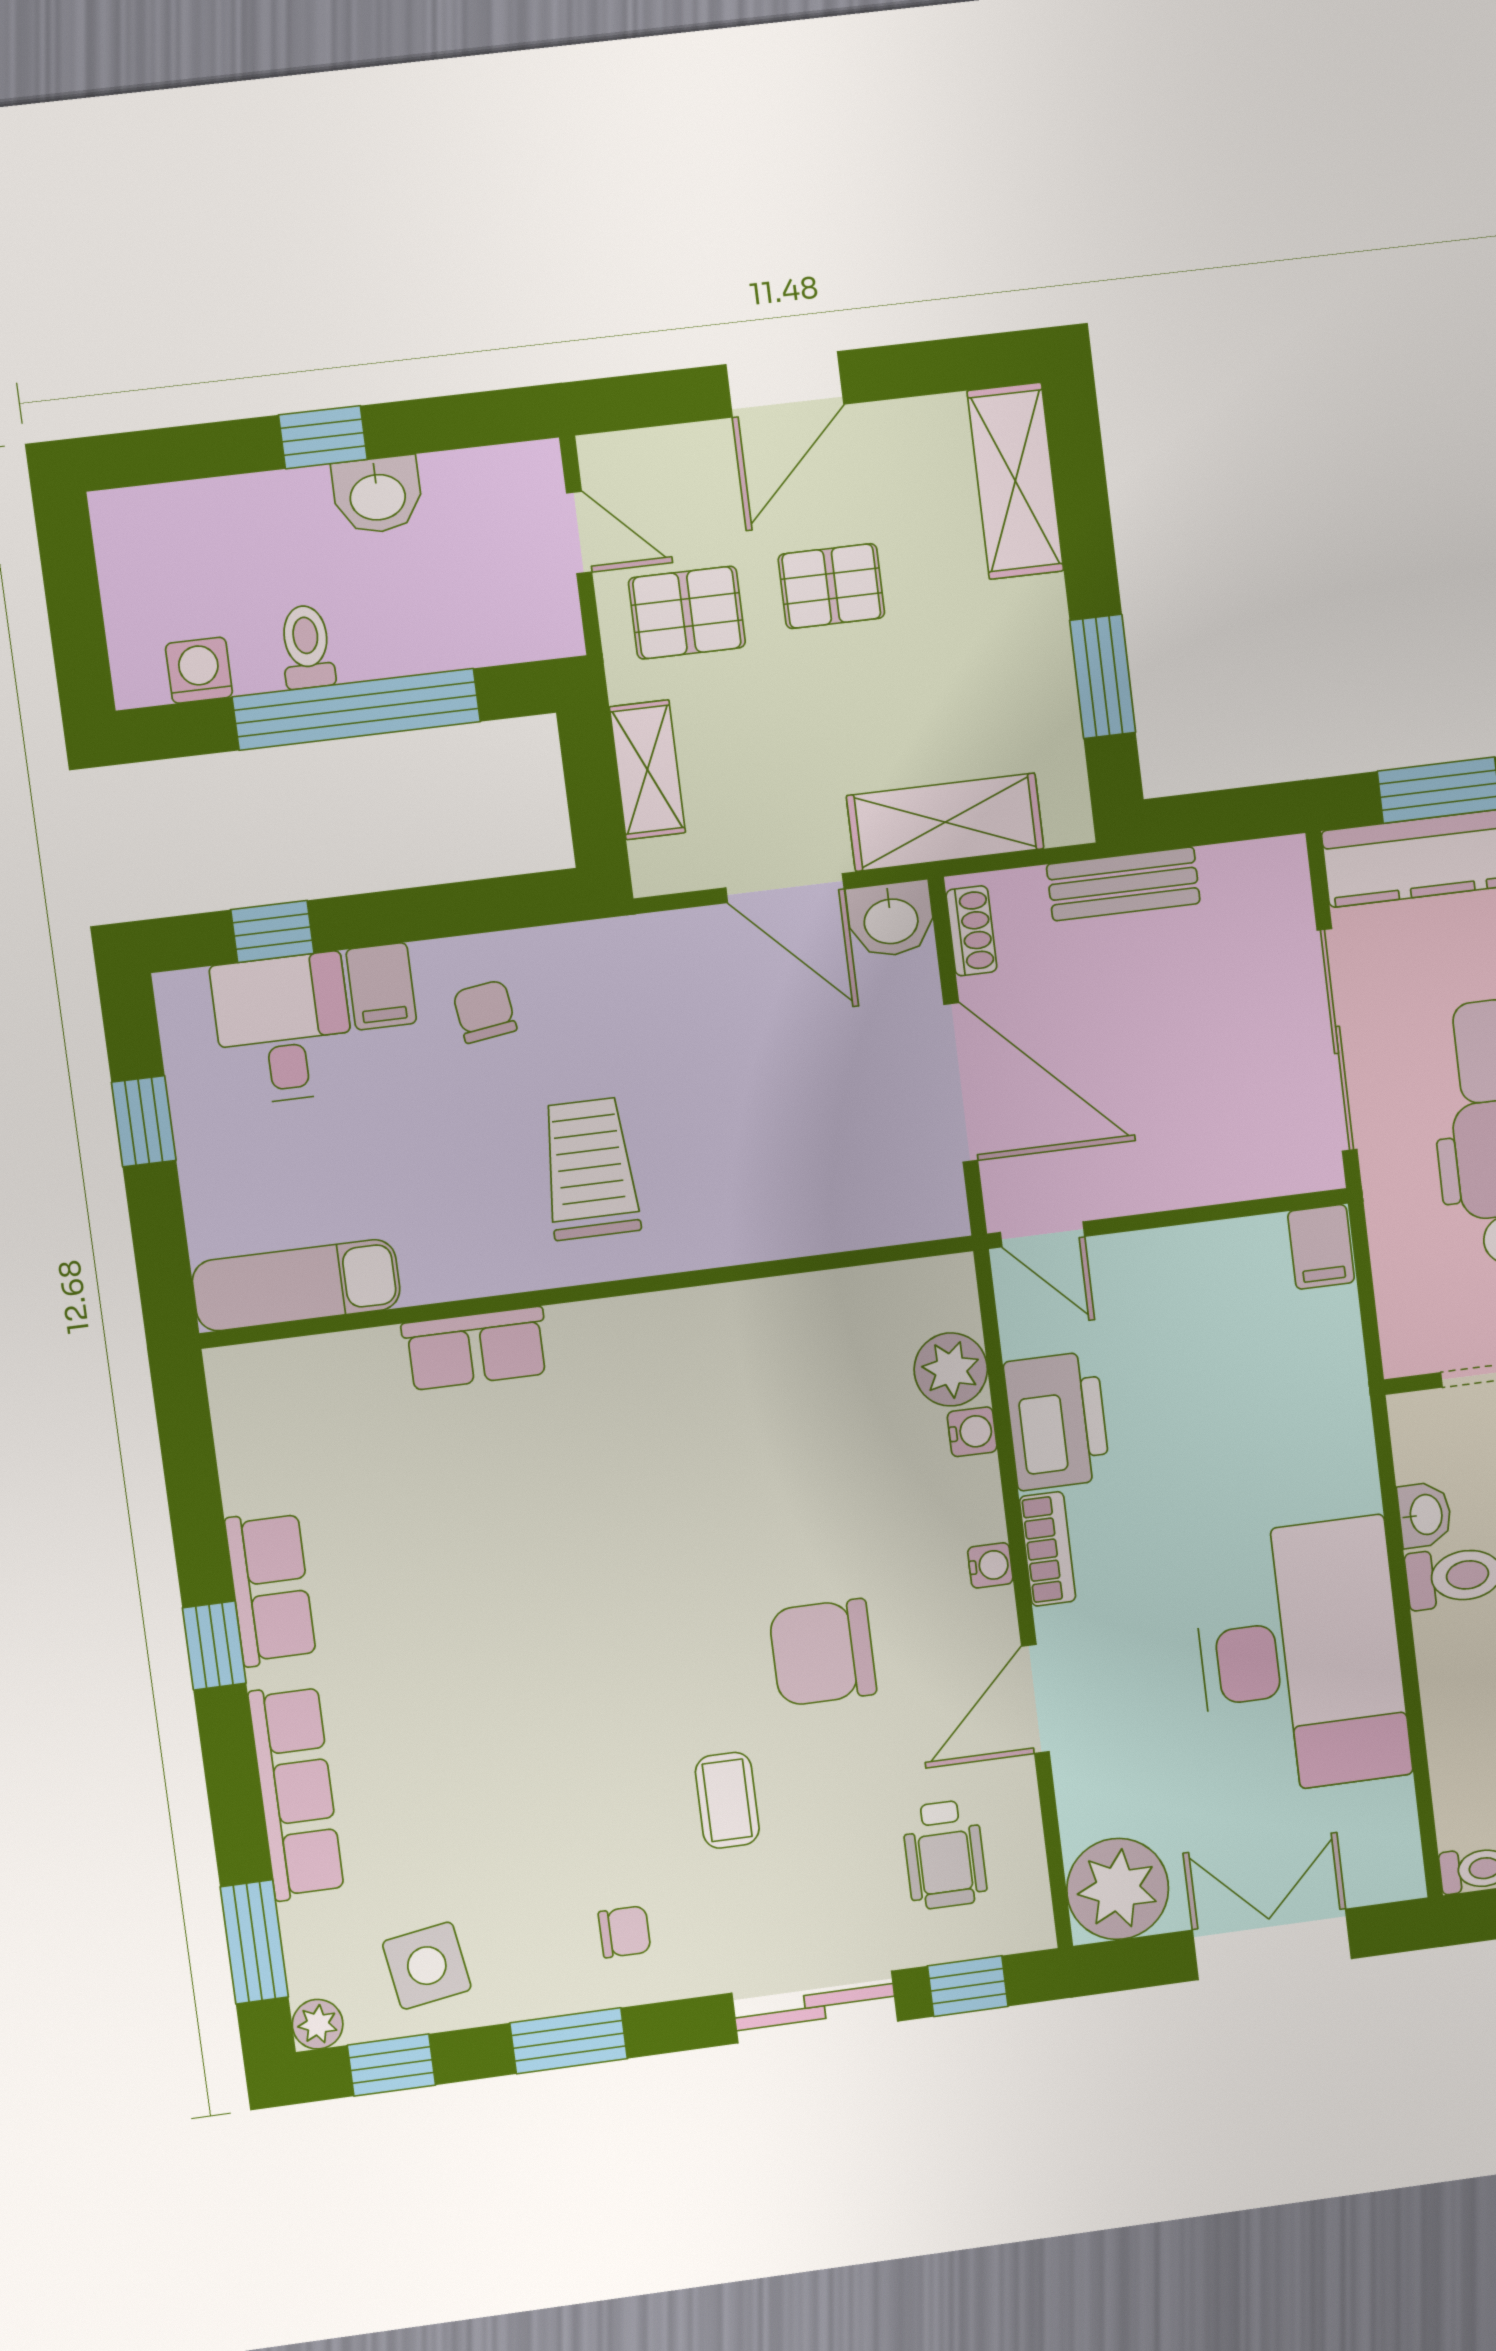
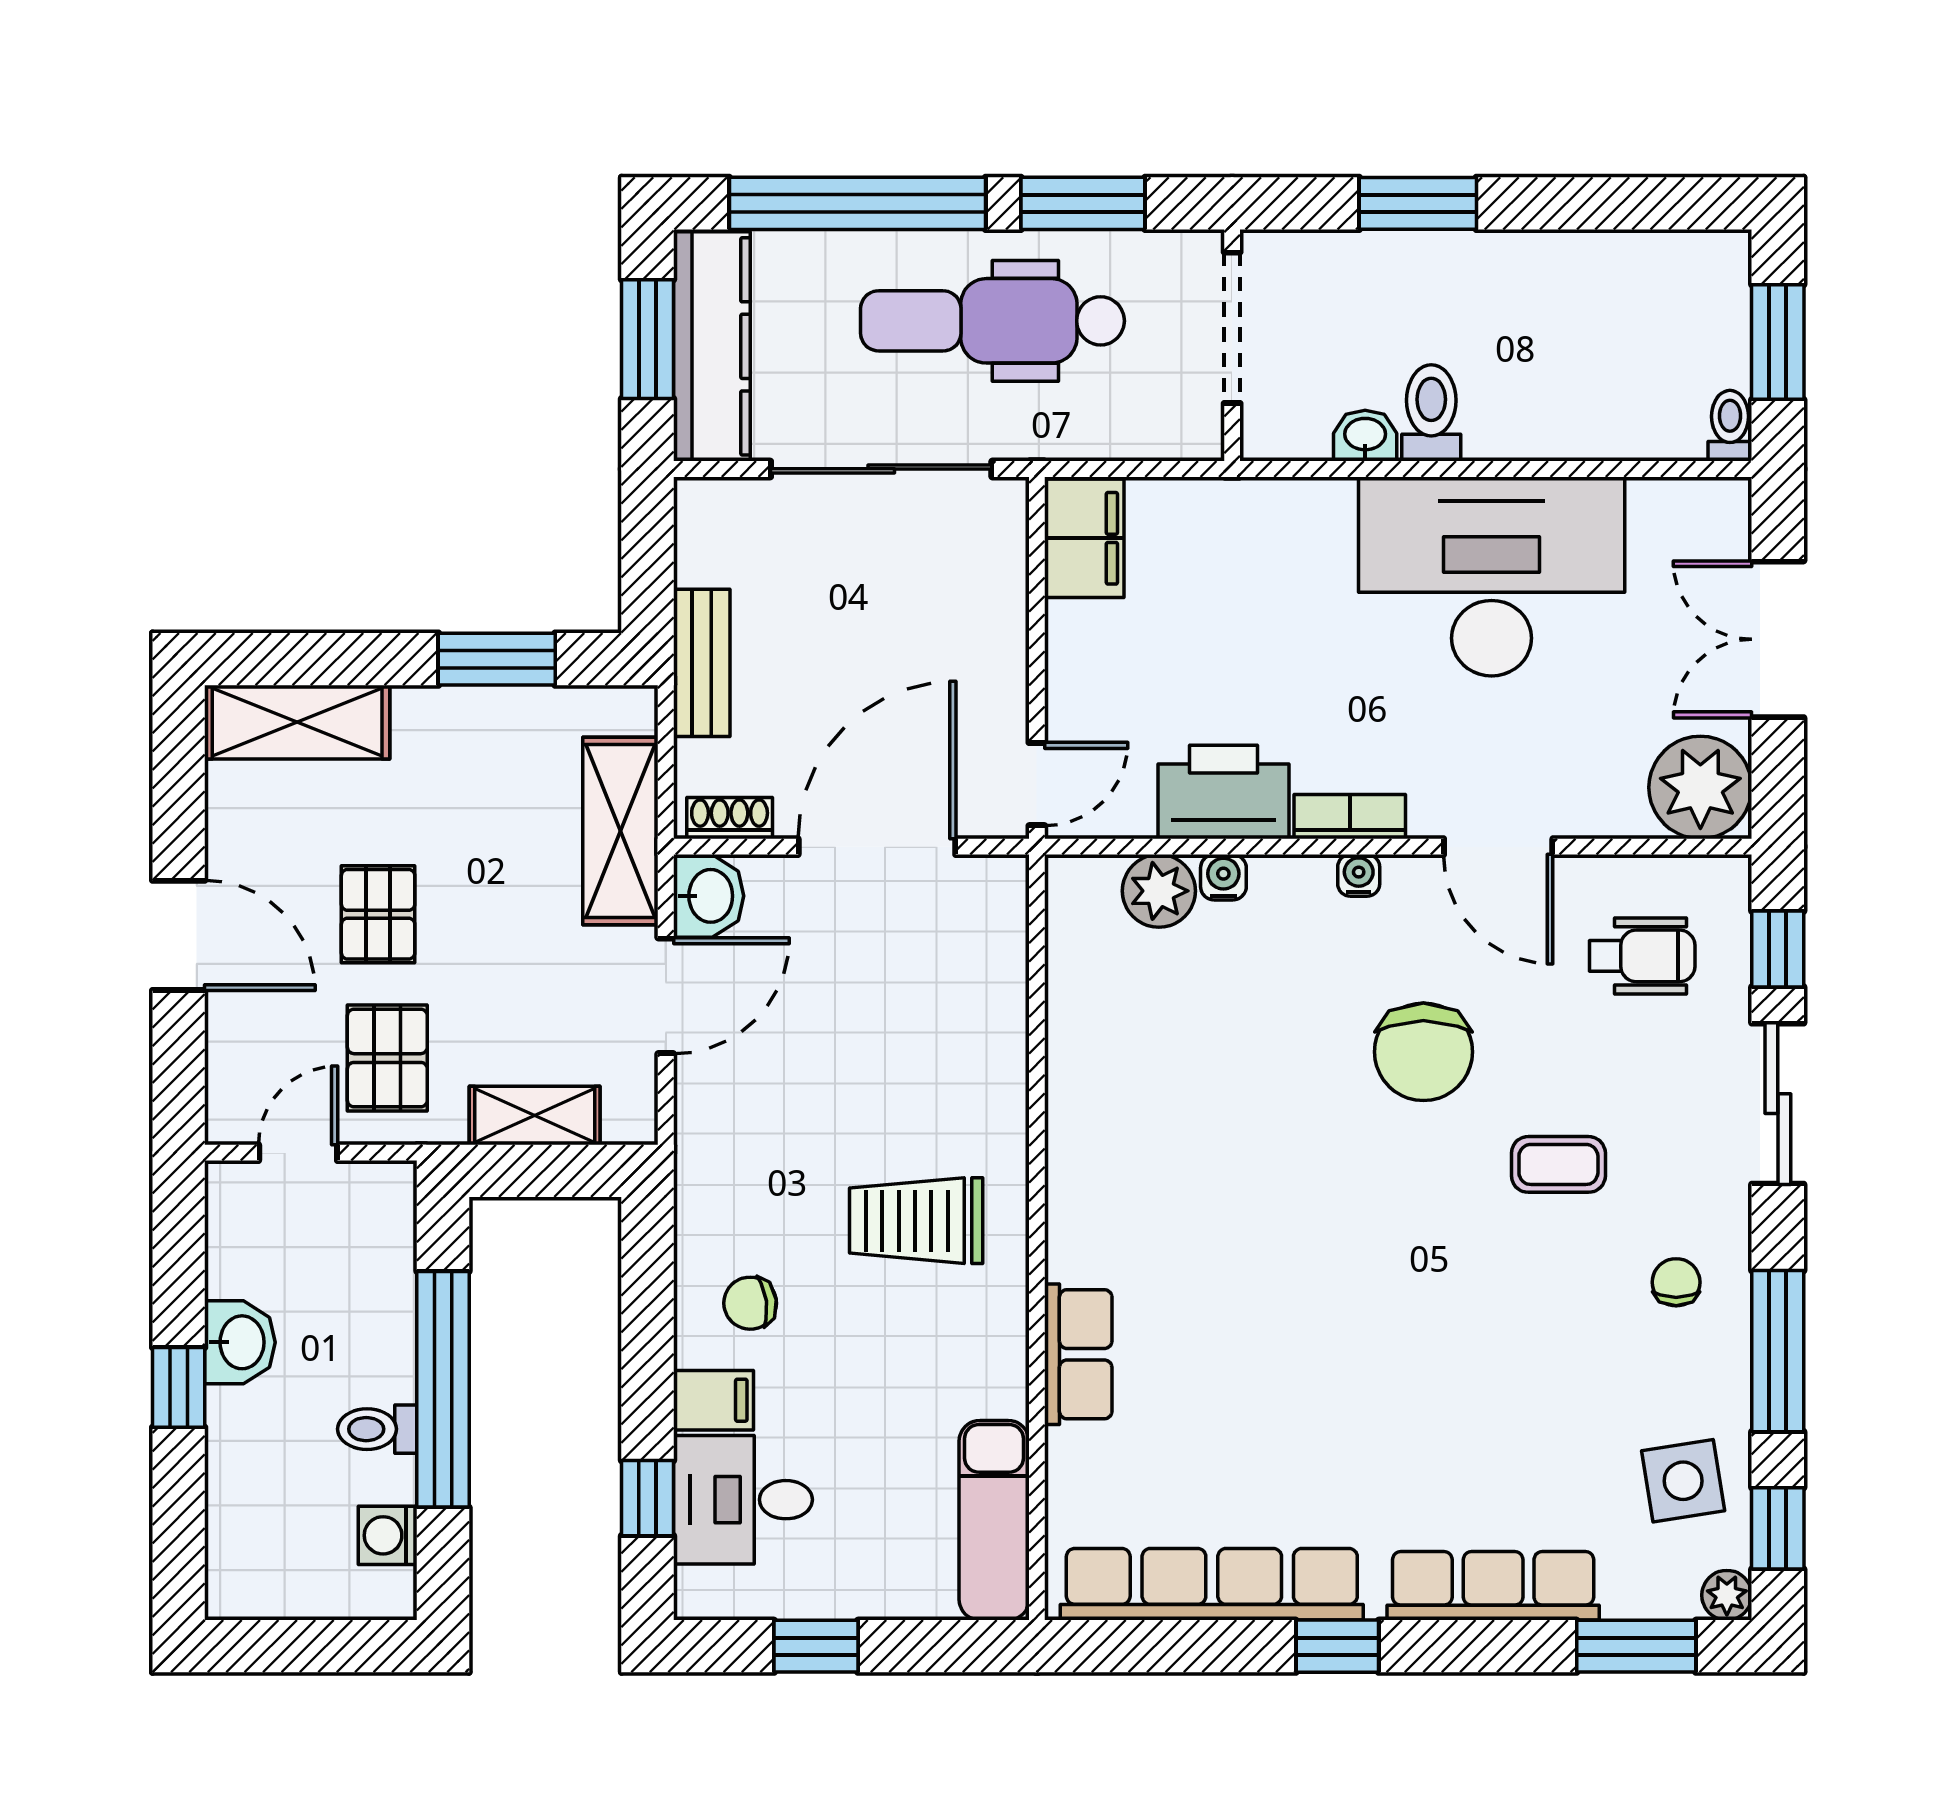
filing cabinet: (1321, 1247) -> (1084, 538), width x2.00
row of seats: (271, 1588) -> (1212, 1584), width x2.02
window: (569, 2041) -> (1778, 1351), width x1.44

